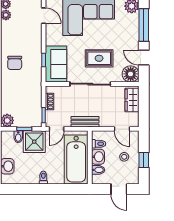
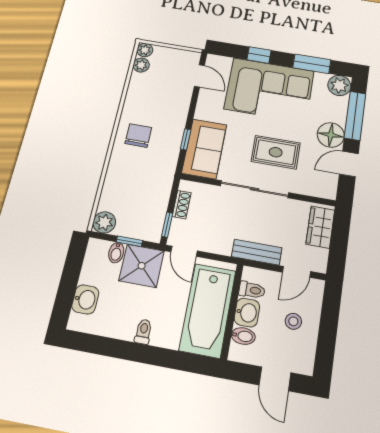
door: (144, 58) -> (349, 164), hinge flipped
chair: (15, 63) -> (138, 135), turned 180
floor lamp: (131, 74) -> (331, 135), moved
bench: (85, 122) -> (257, 252), moved
door: (56, 129) -> (184, 251), hinge flipped
door: (122, 129) -> (297, 272), hinge flipped
window: (144, 160) -> (327, 334), removed

